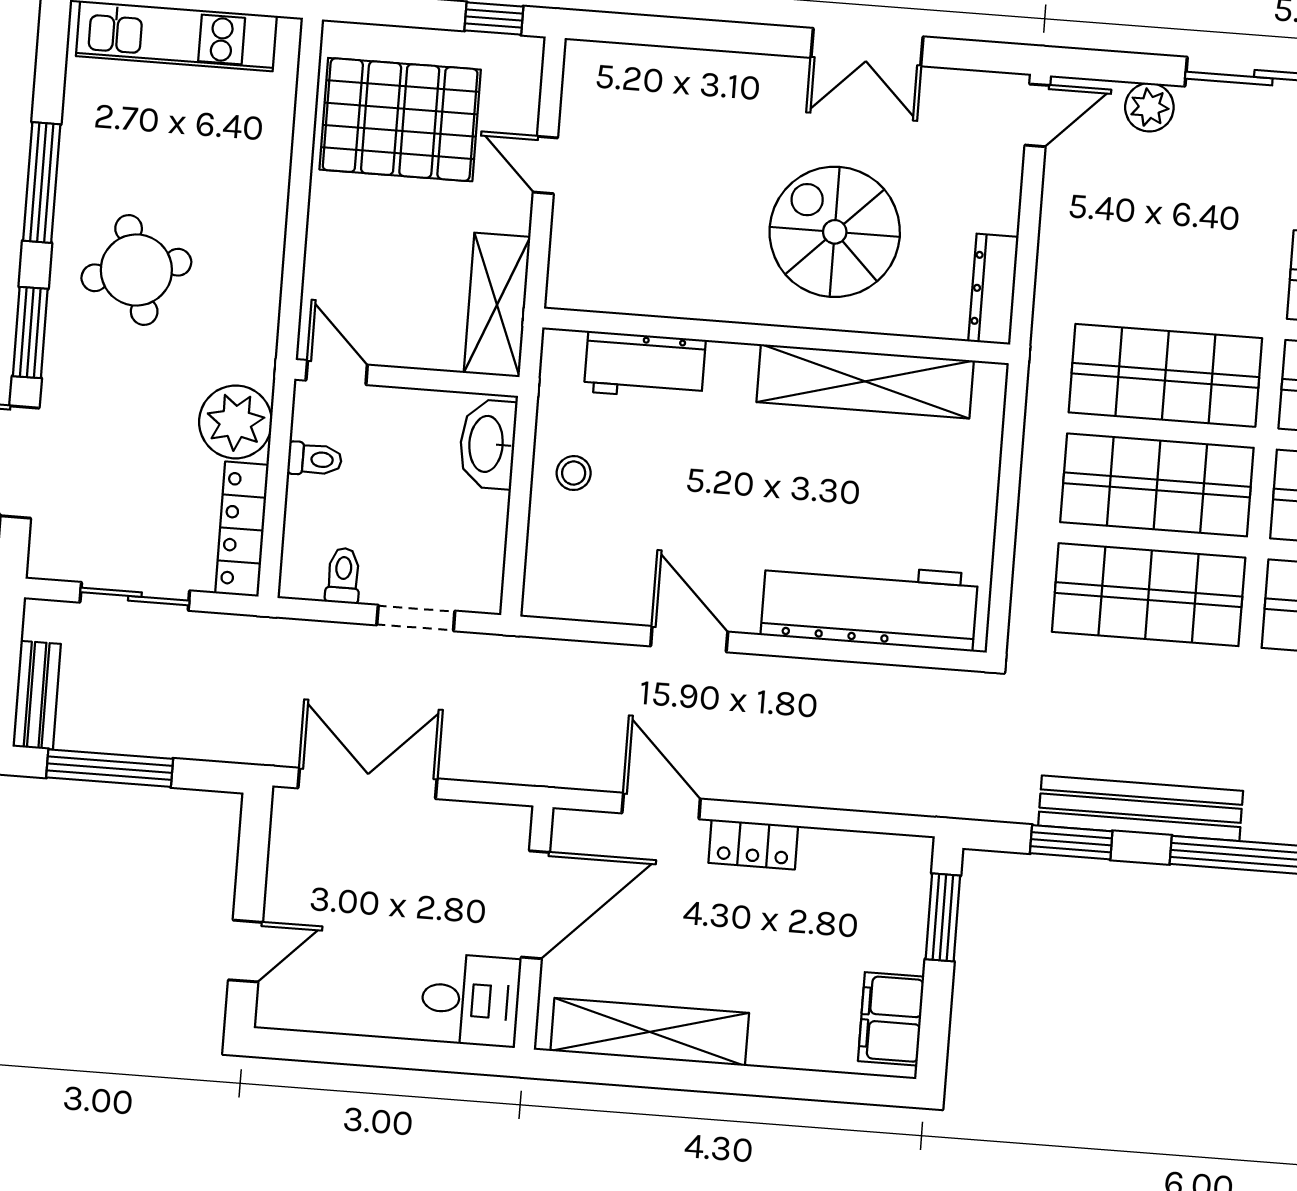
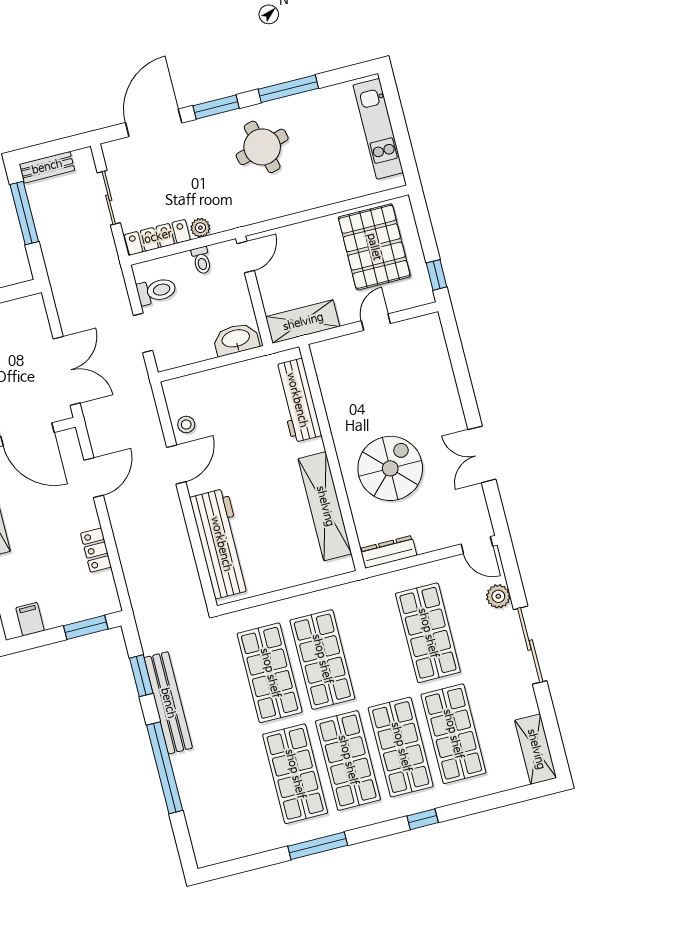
workbench: (645, 366) -> (297, 400), width x1.38
shop shelf: (1165, 375) -> (428, 633), moved
plant: (236, 422) -> (200, 228), width x0.53, depth x0.53
stool: (574, 473) -> (186, 424), moved
toilet: (343, 576) -> (156, 291), width x1.37, depth x1.39
double door: (368, 783) -> (67, 371), moved
locker: (753, 844) -> (96, 550), moved
filing cabinet: (891, 1019) -> (30, 619), width x0.50

